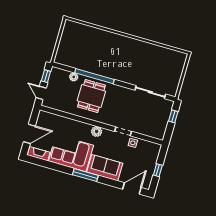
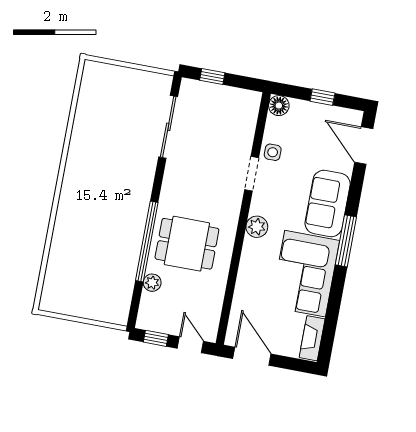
door: (41, 93) -> (190, 345), swing flipped
door: (29, 134) -> (252, 356), moved
floor lamp: (156, 148) -> (279, 106), added

